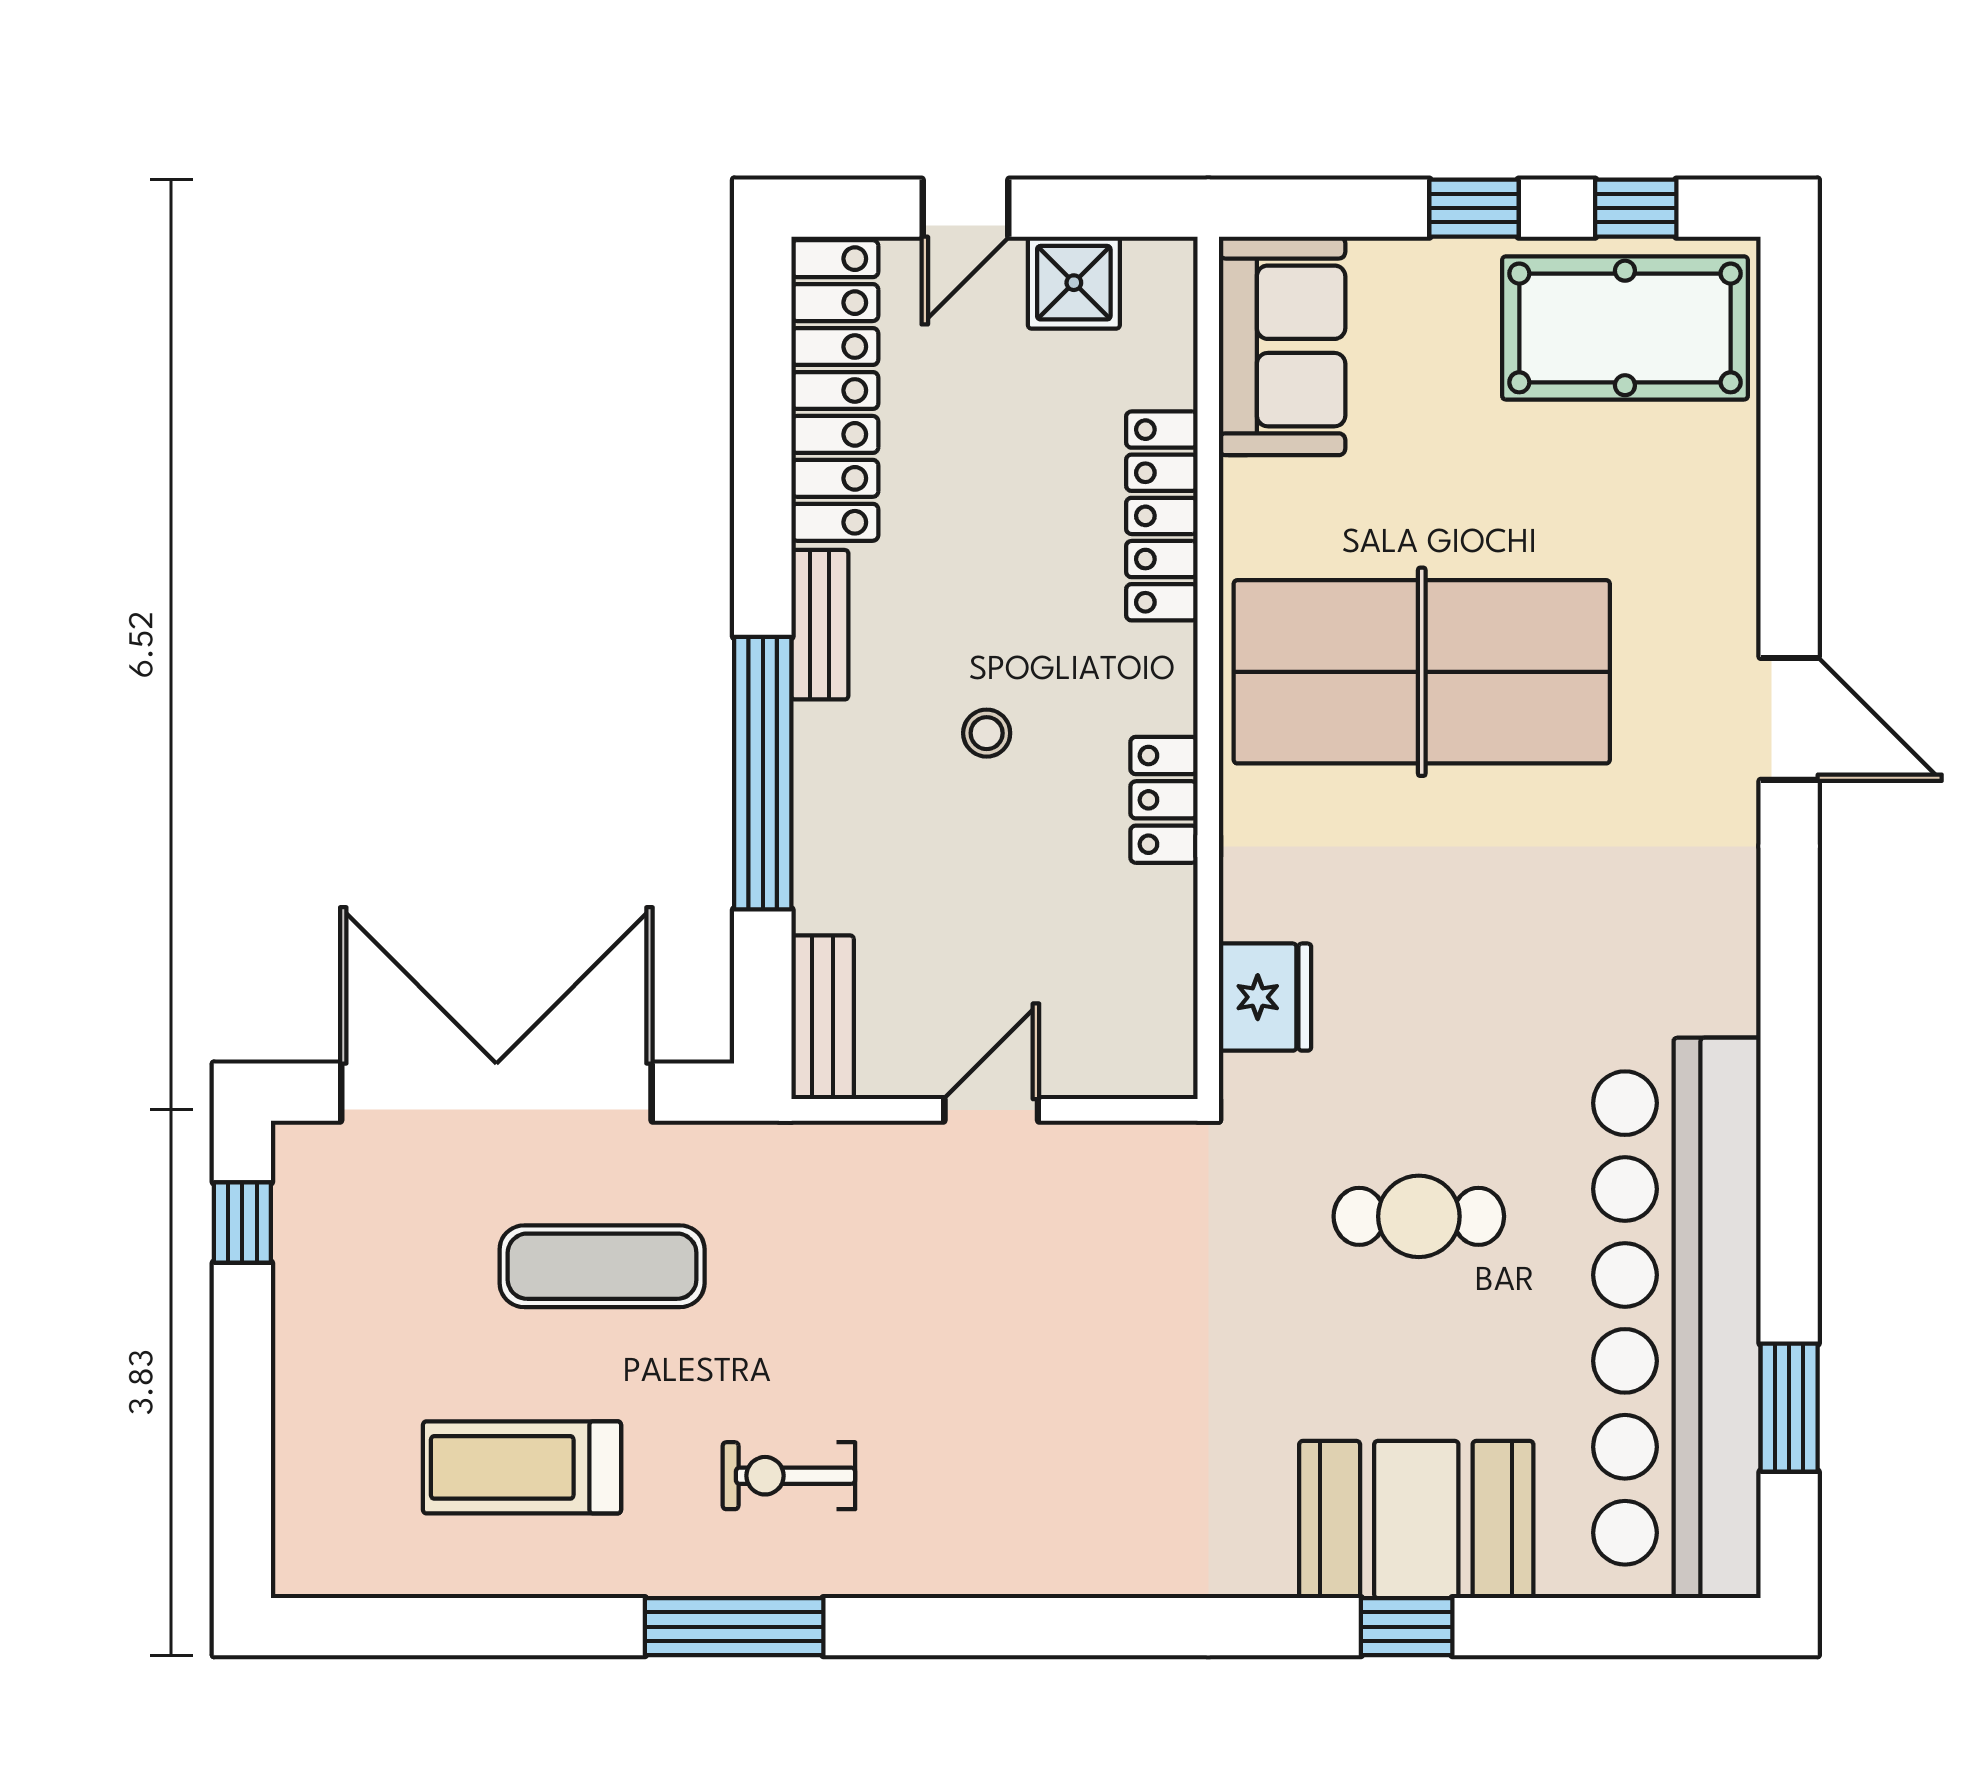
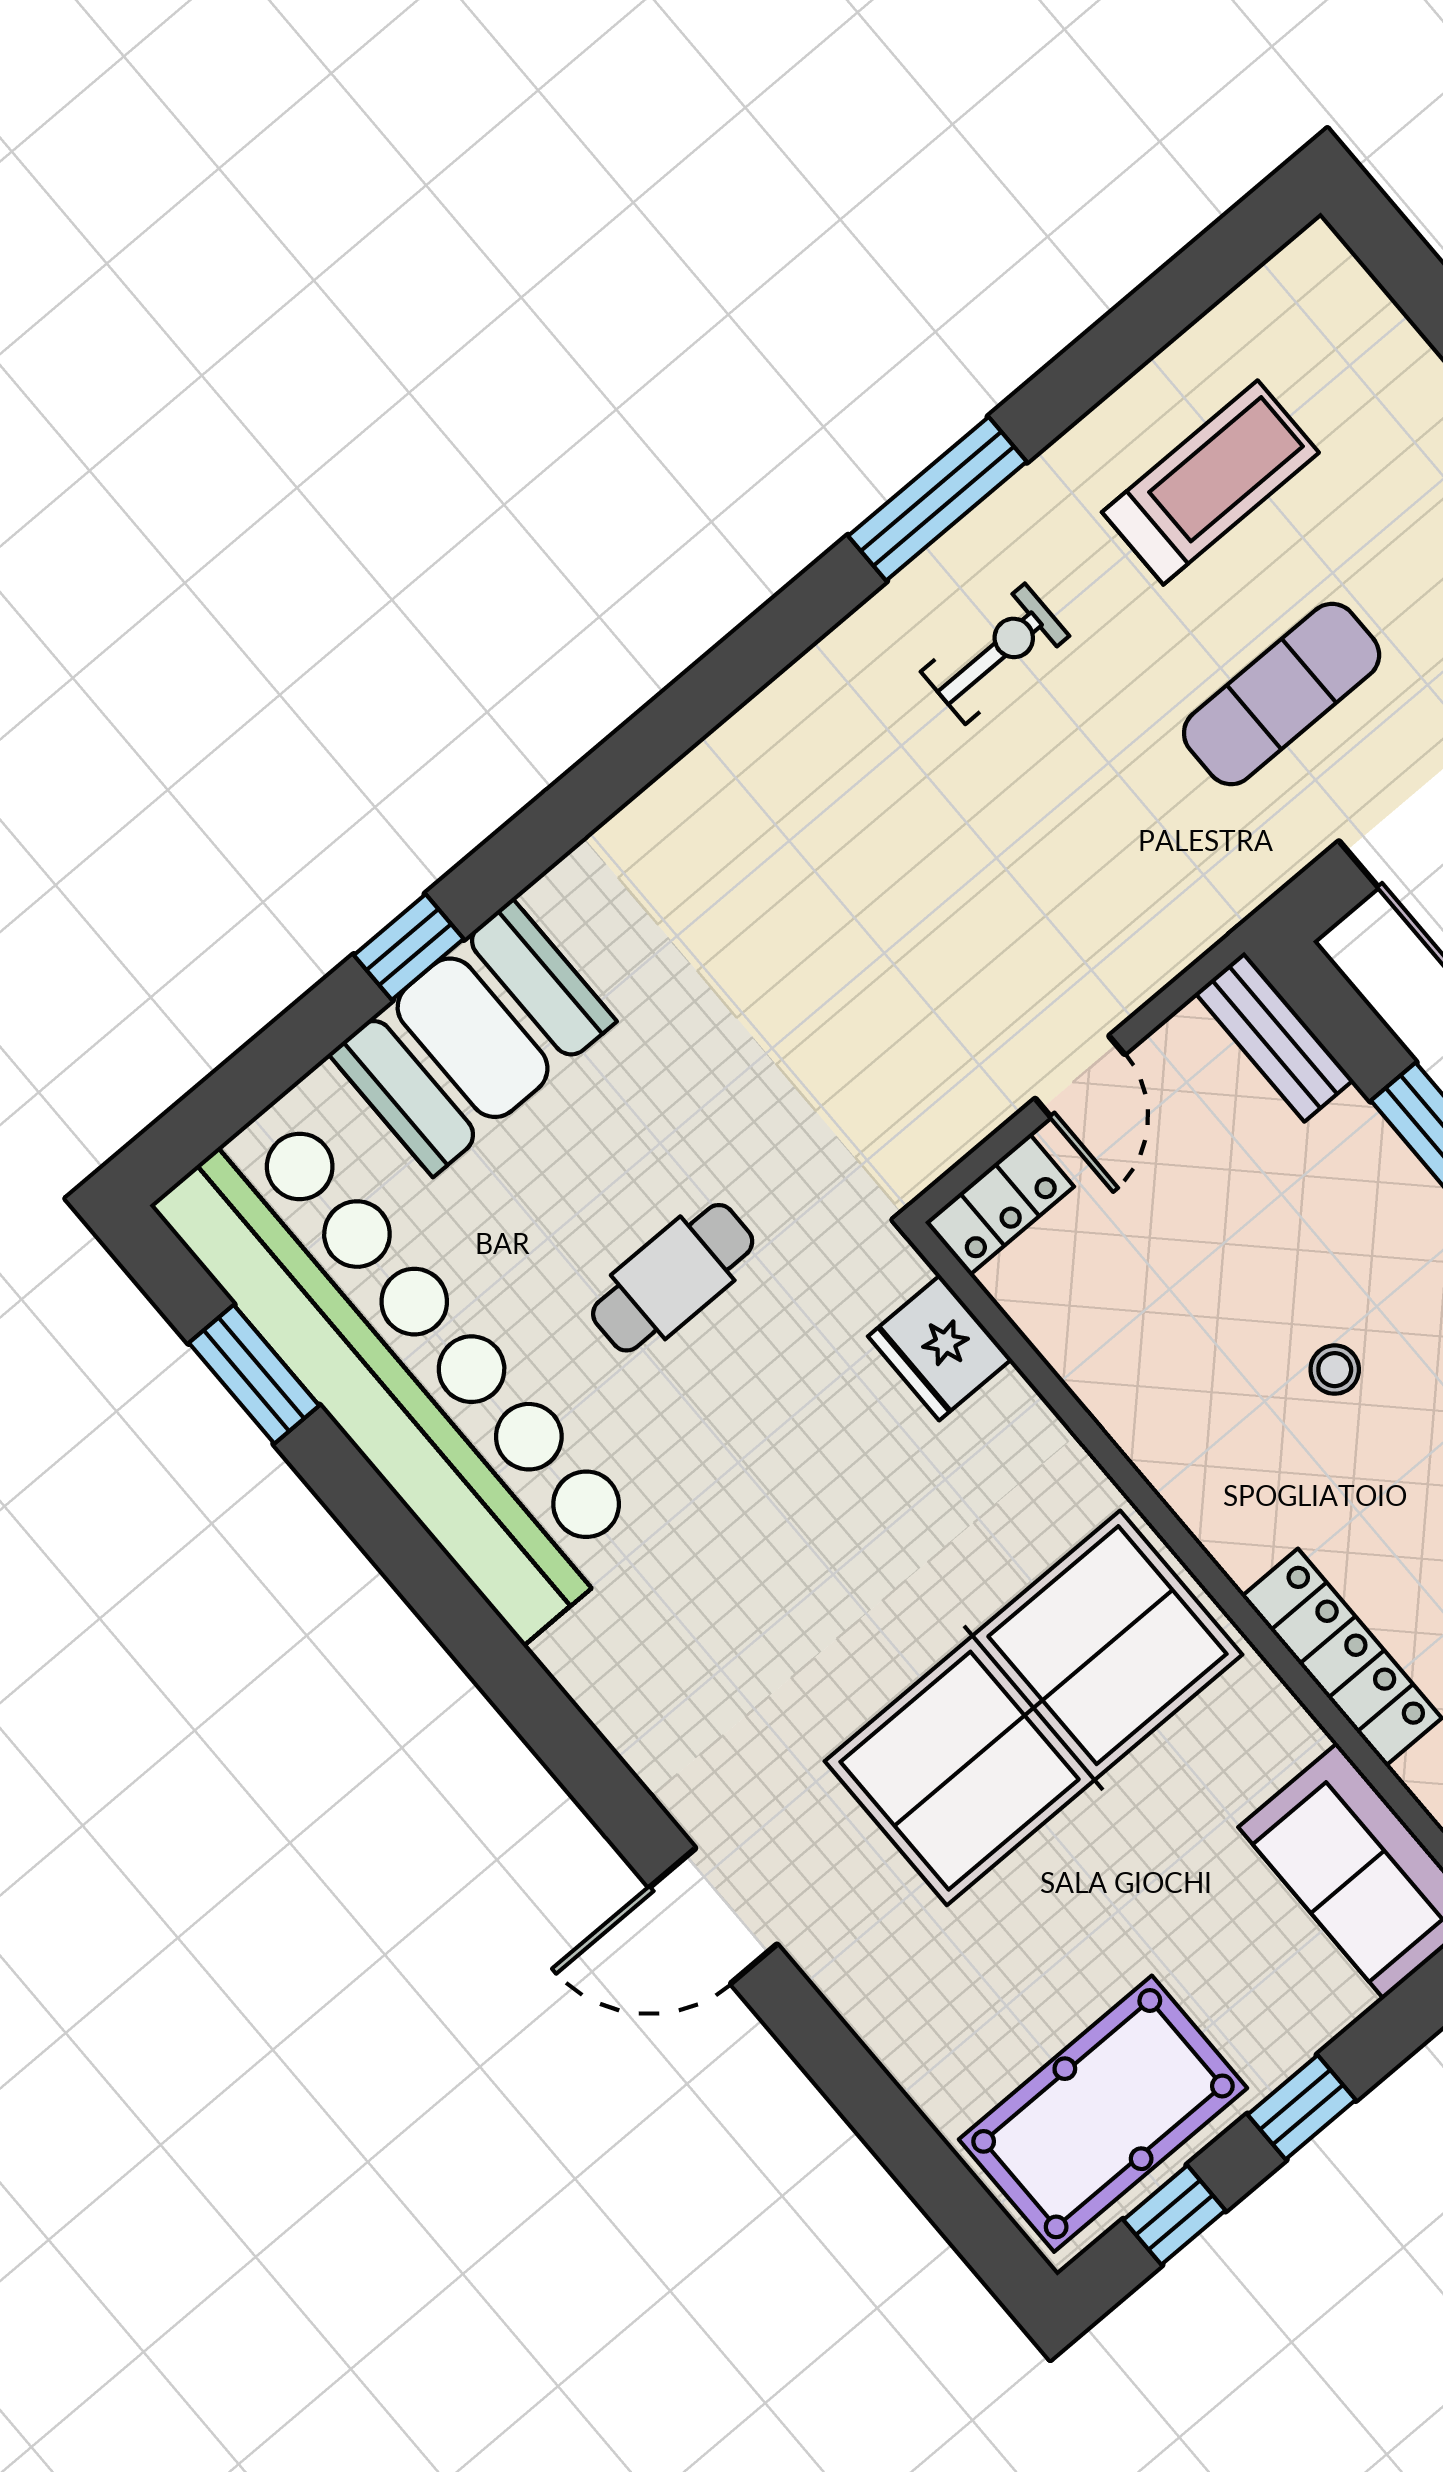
locker: (1164, 800) -> (1000, 1204), moved, turned 90

